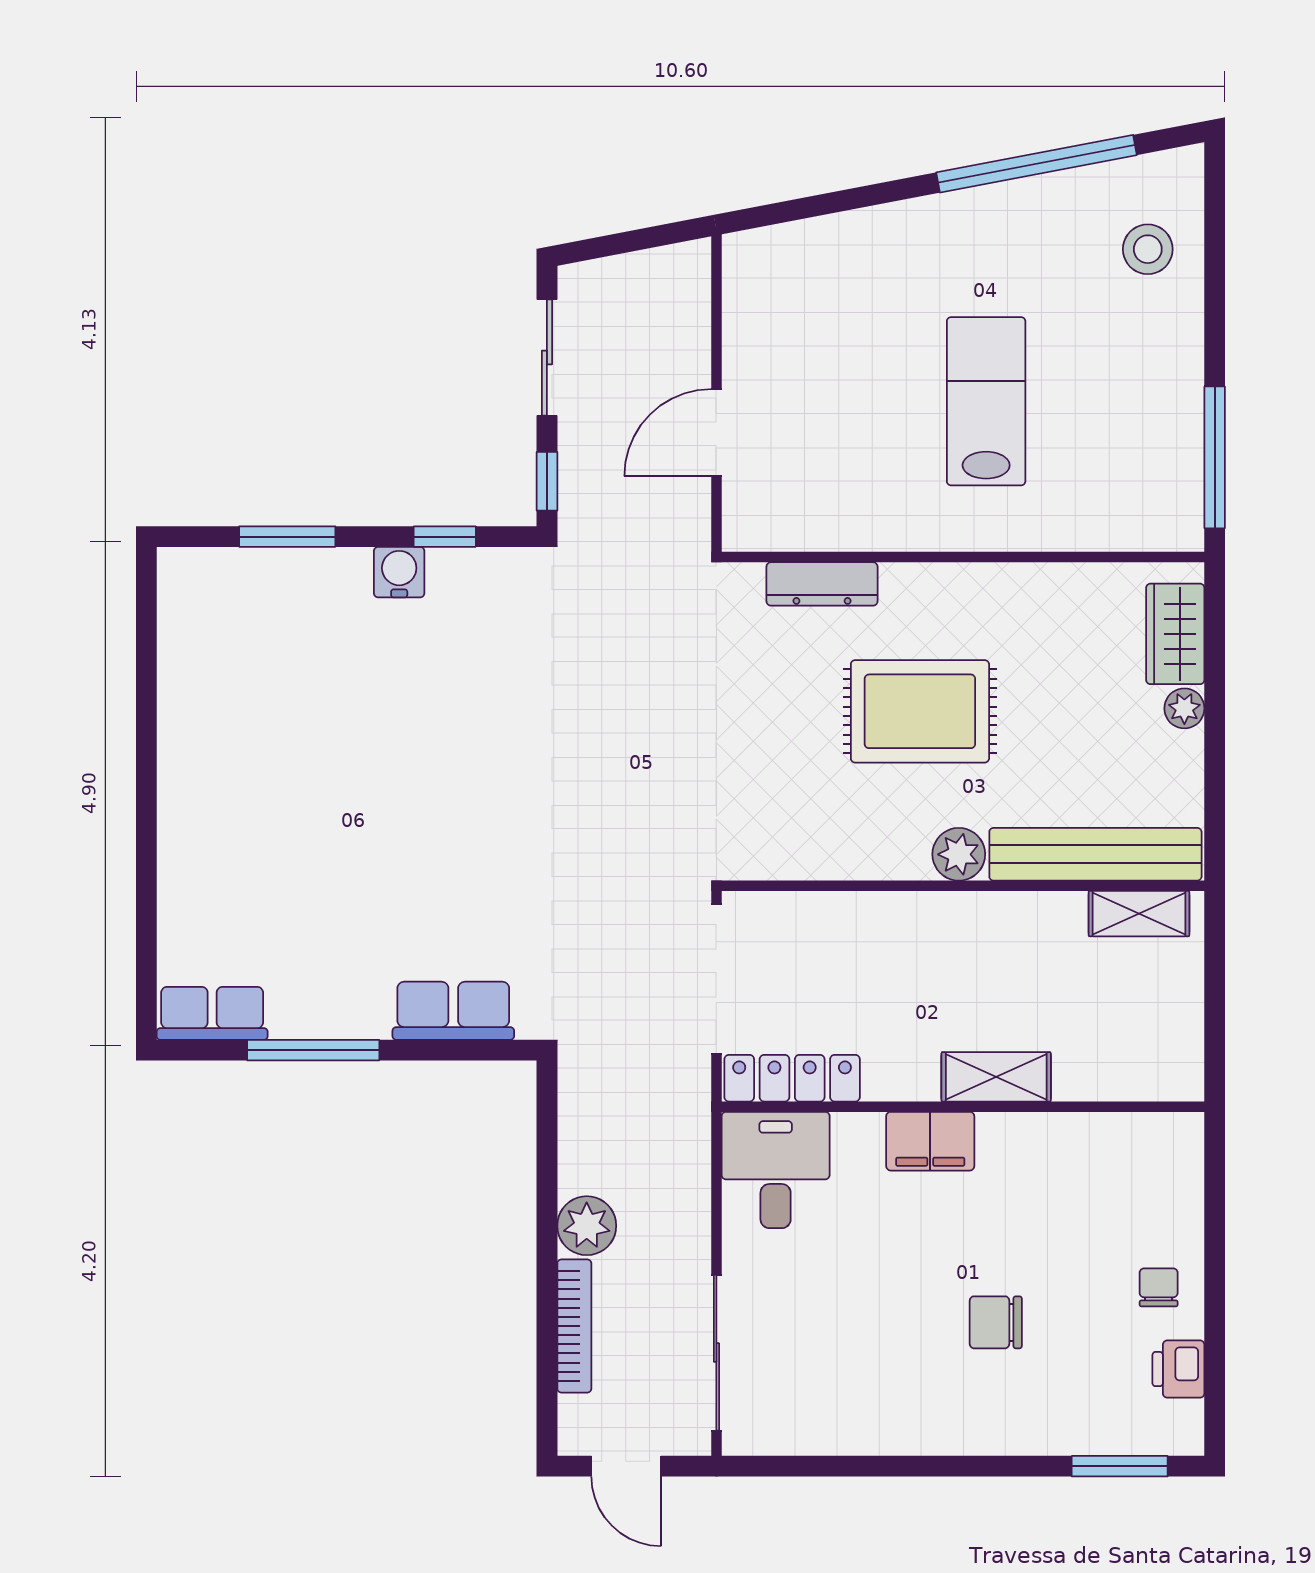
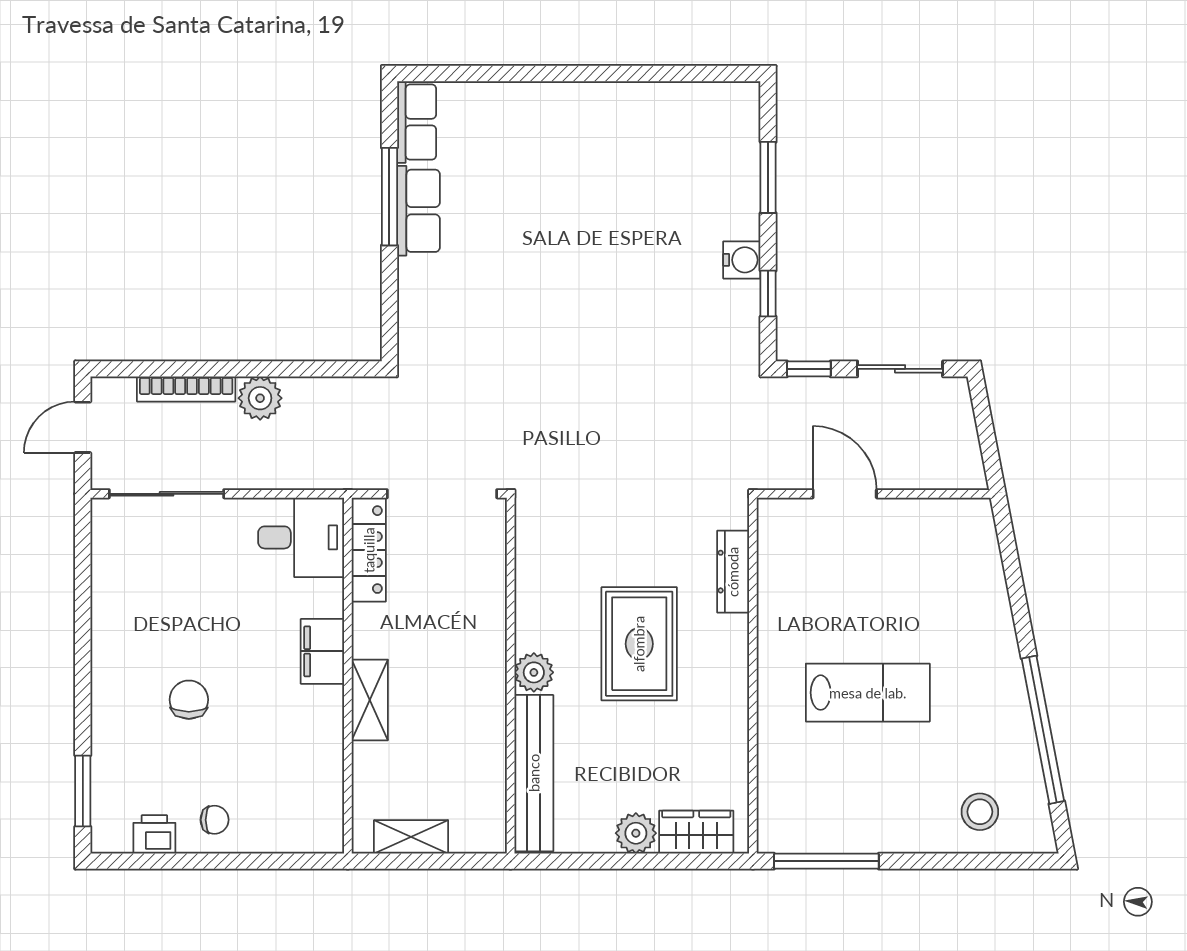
plant: (1184, 708) -> (636, 833), width x1.38, depth x1.38
shelving: (1139, 914) -> (411, 837), moved, turned 90
row of seats: (453, 1011) -> (418, 211), moved

